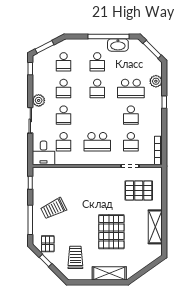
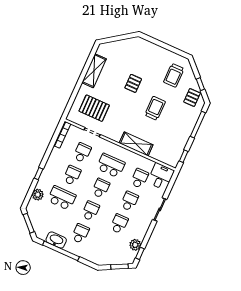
school desk: (64, 62) -> (101, 188), moved
plant: (39, 100) -> (135, 245), moved
trolley: (53, 208) -> (155, 108), moved, turned -64
pallet: (111, 232) -> (133, 83), width x0.49, depth x0.50
shelving: (109, 273) -> (136, 144), moved

